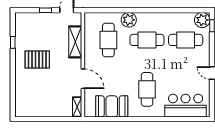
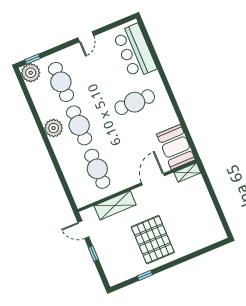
plant: (129, 20) -> (54, 128), moved
cafe table: (108, 40) -> (97, 169), turned 90
pallet: (37, 60) -> (153, 240), width x1.37, depth x1.41
booth: (112, 106) -> (176, 147), moved

